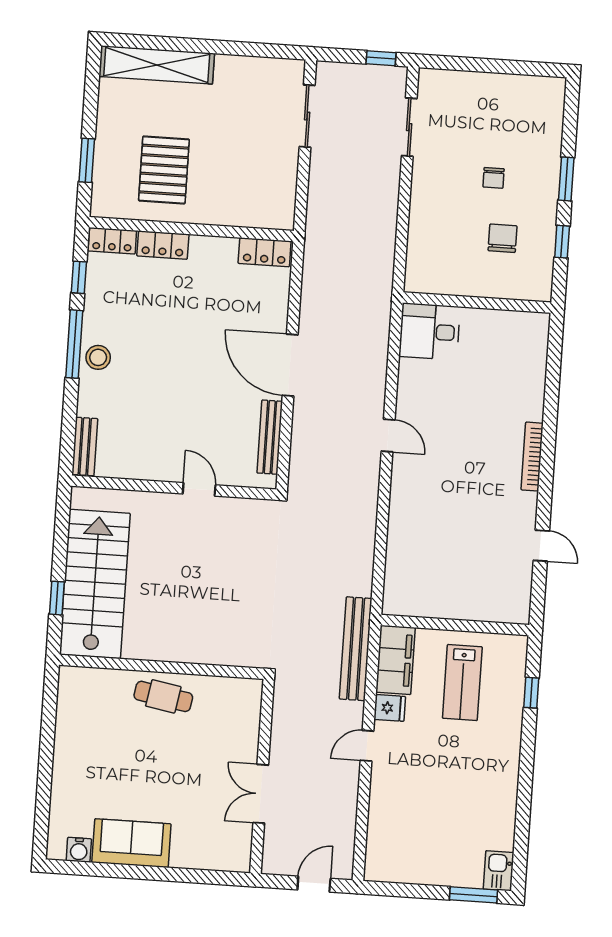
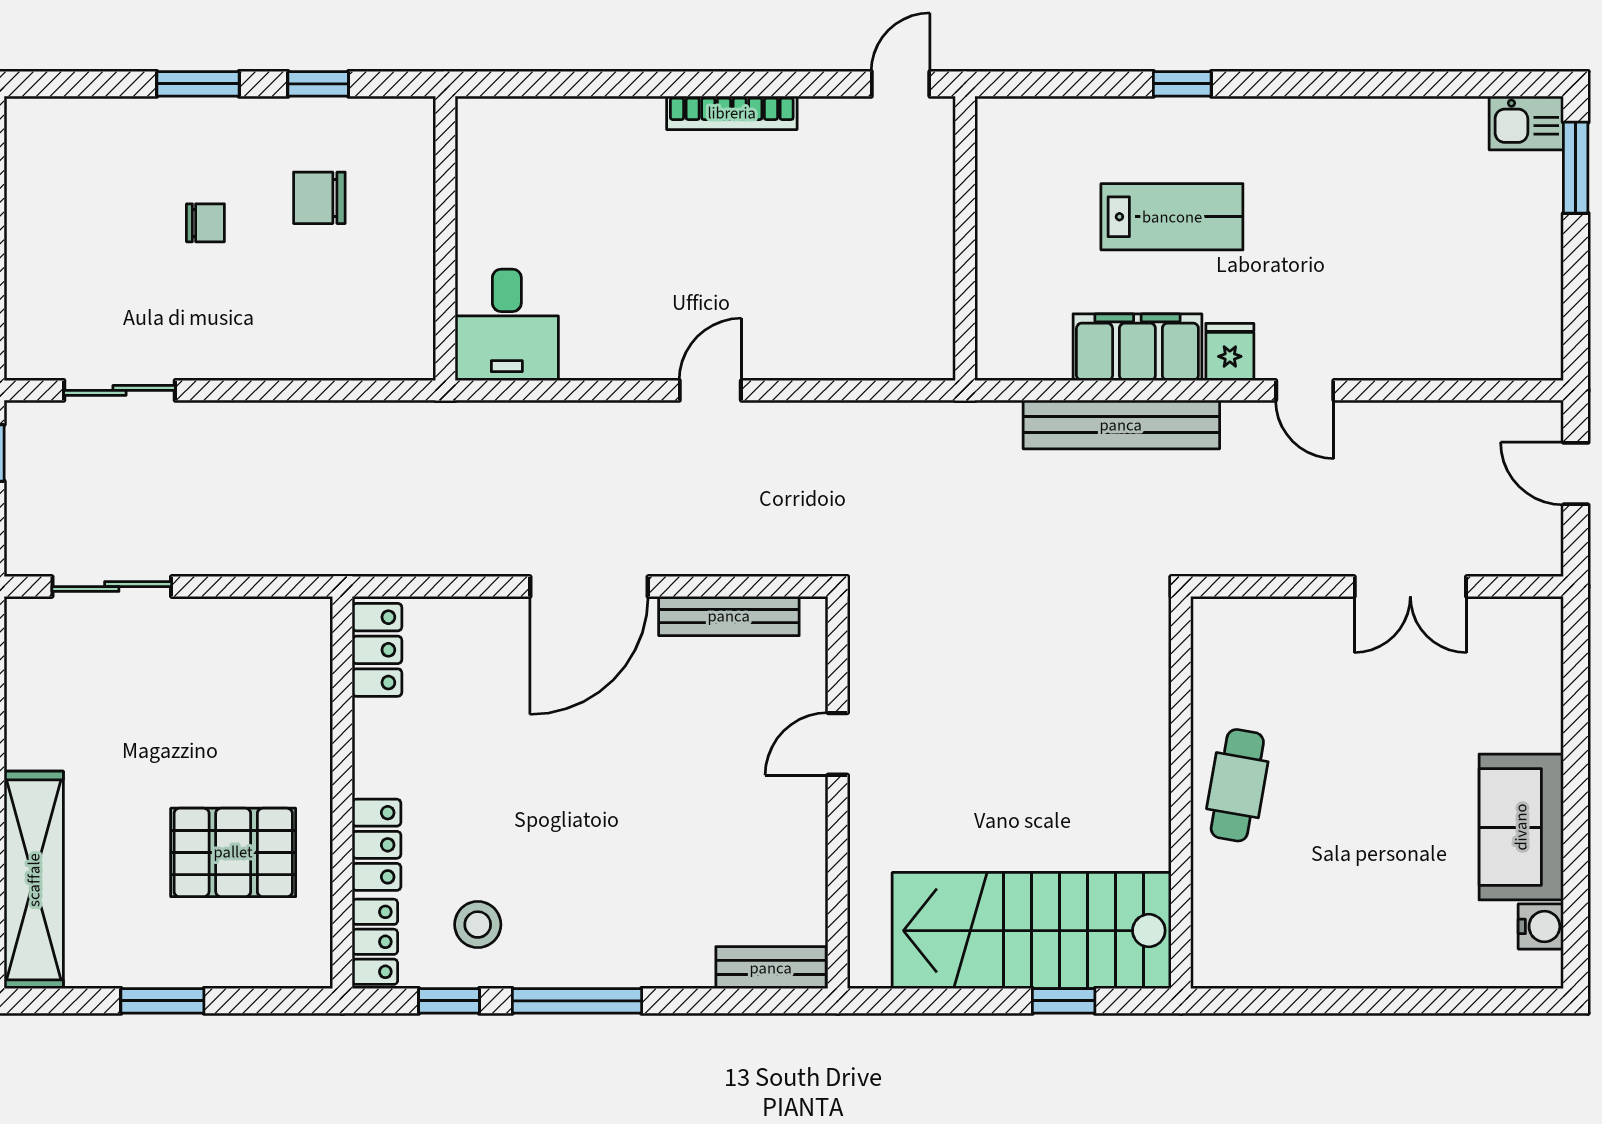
window: (87, 160) -> (162, 1001), moved
stool: (98, 357) -> (478, 925), moved
wall: (455, 625) -> (965, 238), moved

